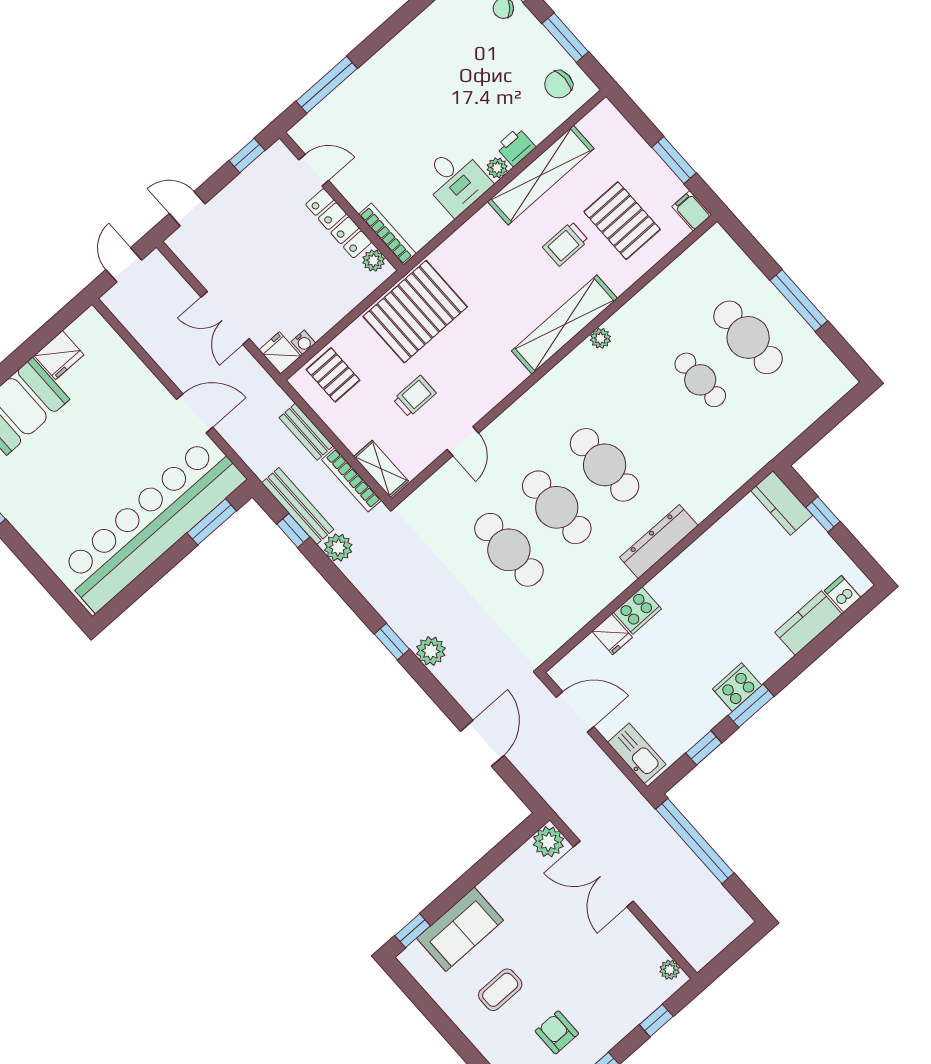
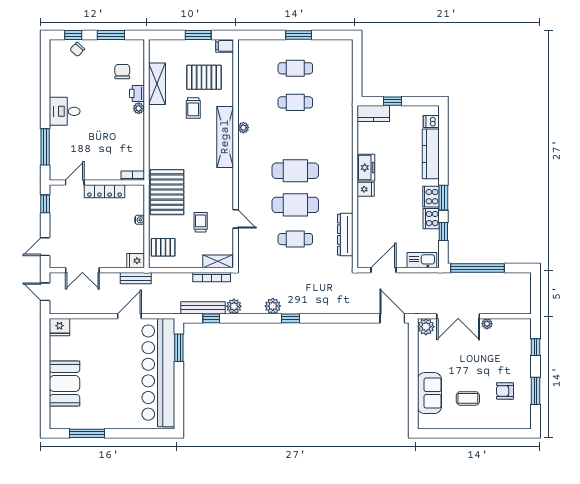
chair: (559, 84) -> (122, 72), moved, turned 180
shelving: (541, 175) -> (157, 84), width x0.68
desk: (456, 180) -> (65, 111), moved, turned 180
bookcase: (387, 234) -> (133, 176), width x0.64
plant: (374, 261) -> (132, 191), removed
window: (799, 301) -> (299, 35), width x0.69
double door: (225, 318) -> (82, 270), moved
cafe table: (748, 337) -> (295, 68), width x0.73, depth x0.74
water cooler: (303, 342) -> (140, 220), moved
fridge: (59, 355) -> (60, 327), moved, turned 90
bench: (306, 432) -> (136, 278), moved
dresser: (659, 542) -> (345, 235), moved
cafe table: (509, 550) -> (295, 239), width x0.73, depth x0.74
freezer: (697, 560) -> (366, 168), added
cooker: (637, 611) -> (431, 219), moved, turned 180
kitchen counter: (808, 623) -> (431, 154), width x1.50
fridge: (612, 634) -> (366, 189), moved
plant: (431, 651) -> (273, 306), moved
door: (482, 743) -> (392, 318), moved
window: (413, 931) -> (413, 413), removed
plant: (670, 970) -> (487, 324), moved
coffee table: (500, 990) -> (468, 398), turned 90

